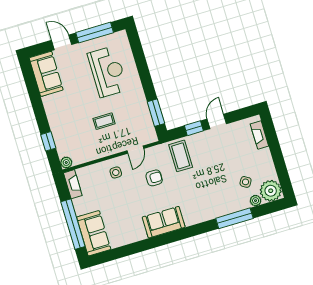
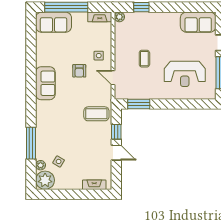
armchair: (154, 178) -> (79, 71), moved

